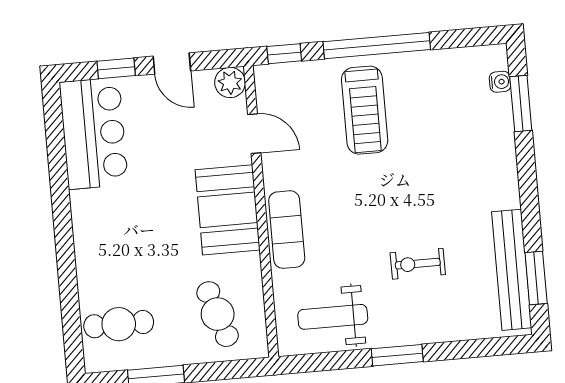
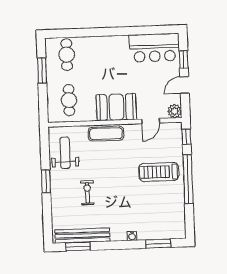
water cooler: (500, 82) -> (132, 236), moved
cafe table: (218, 314) -> (69, 100), turned -72

